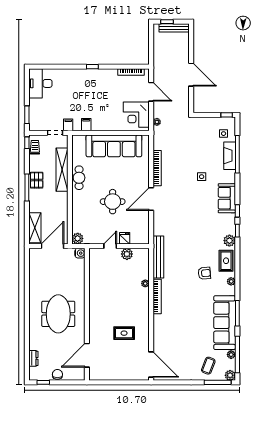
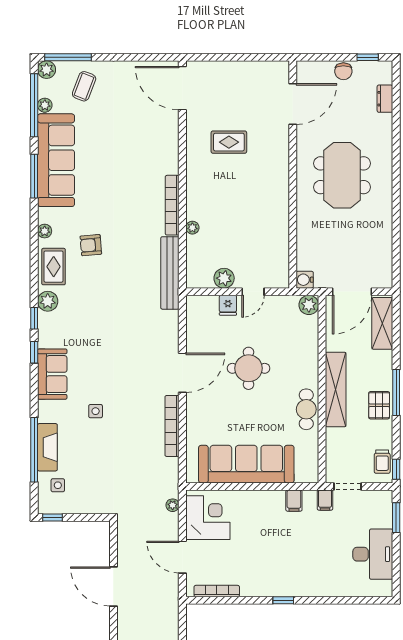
desk: (40, 83) -> (373, 554), moved
shelving: (62, 170) -> (336, 390), moved

